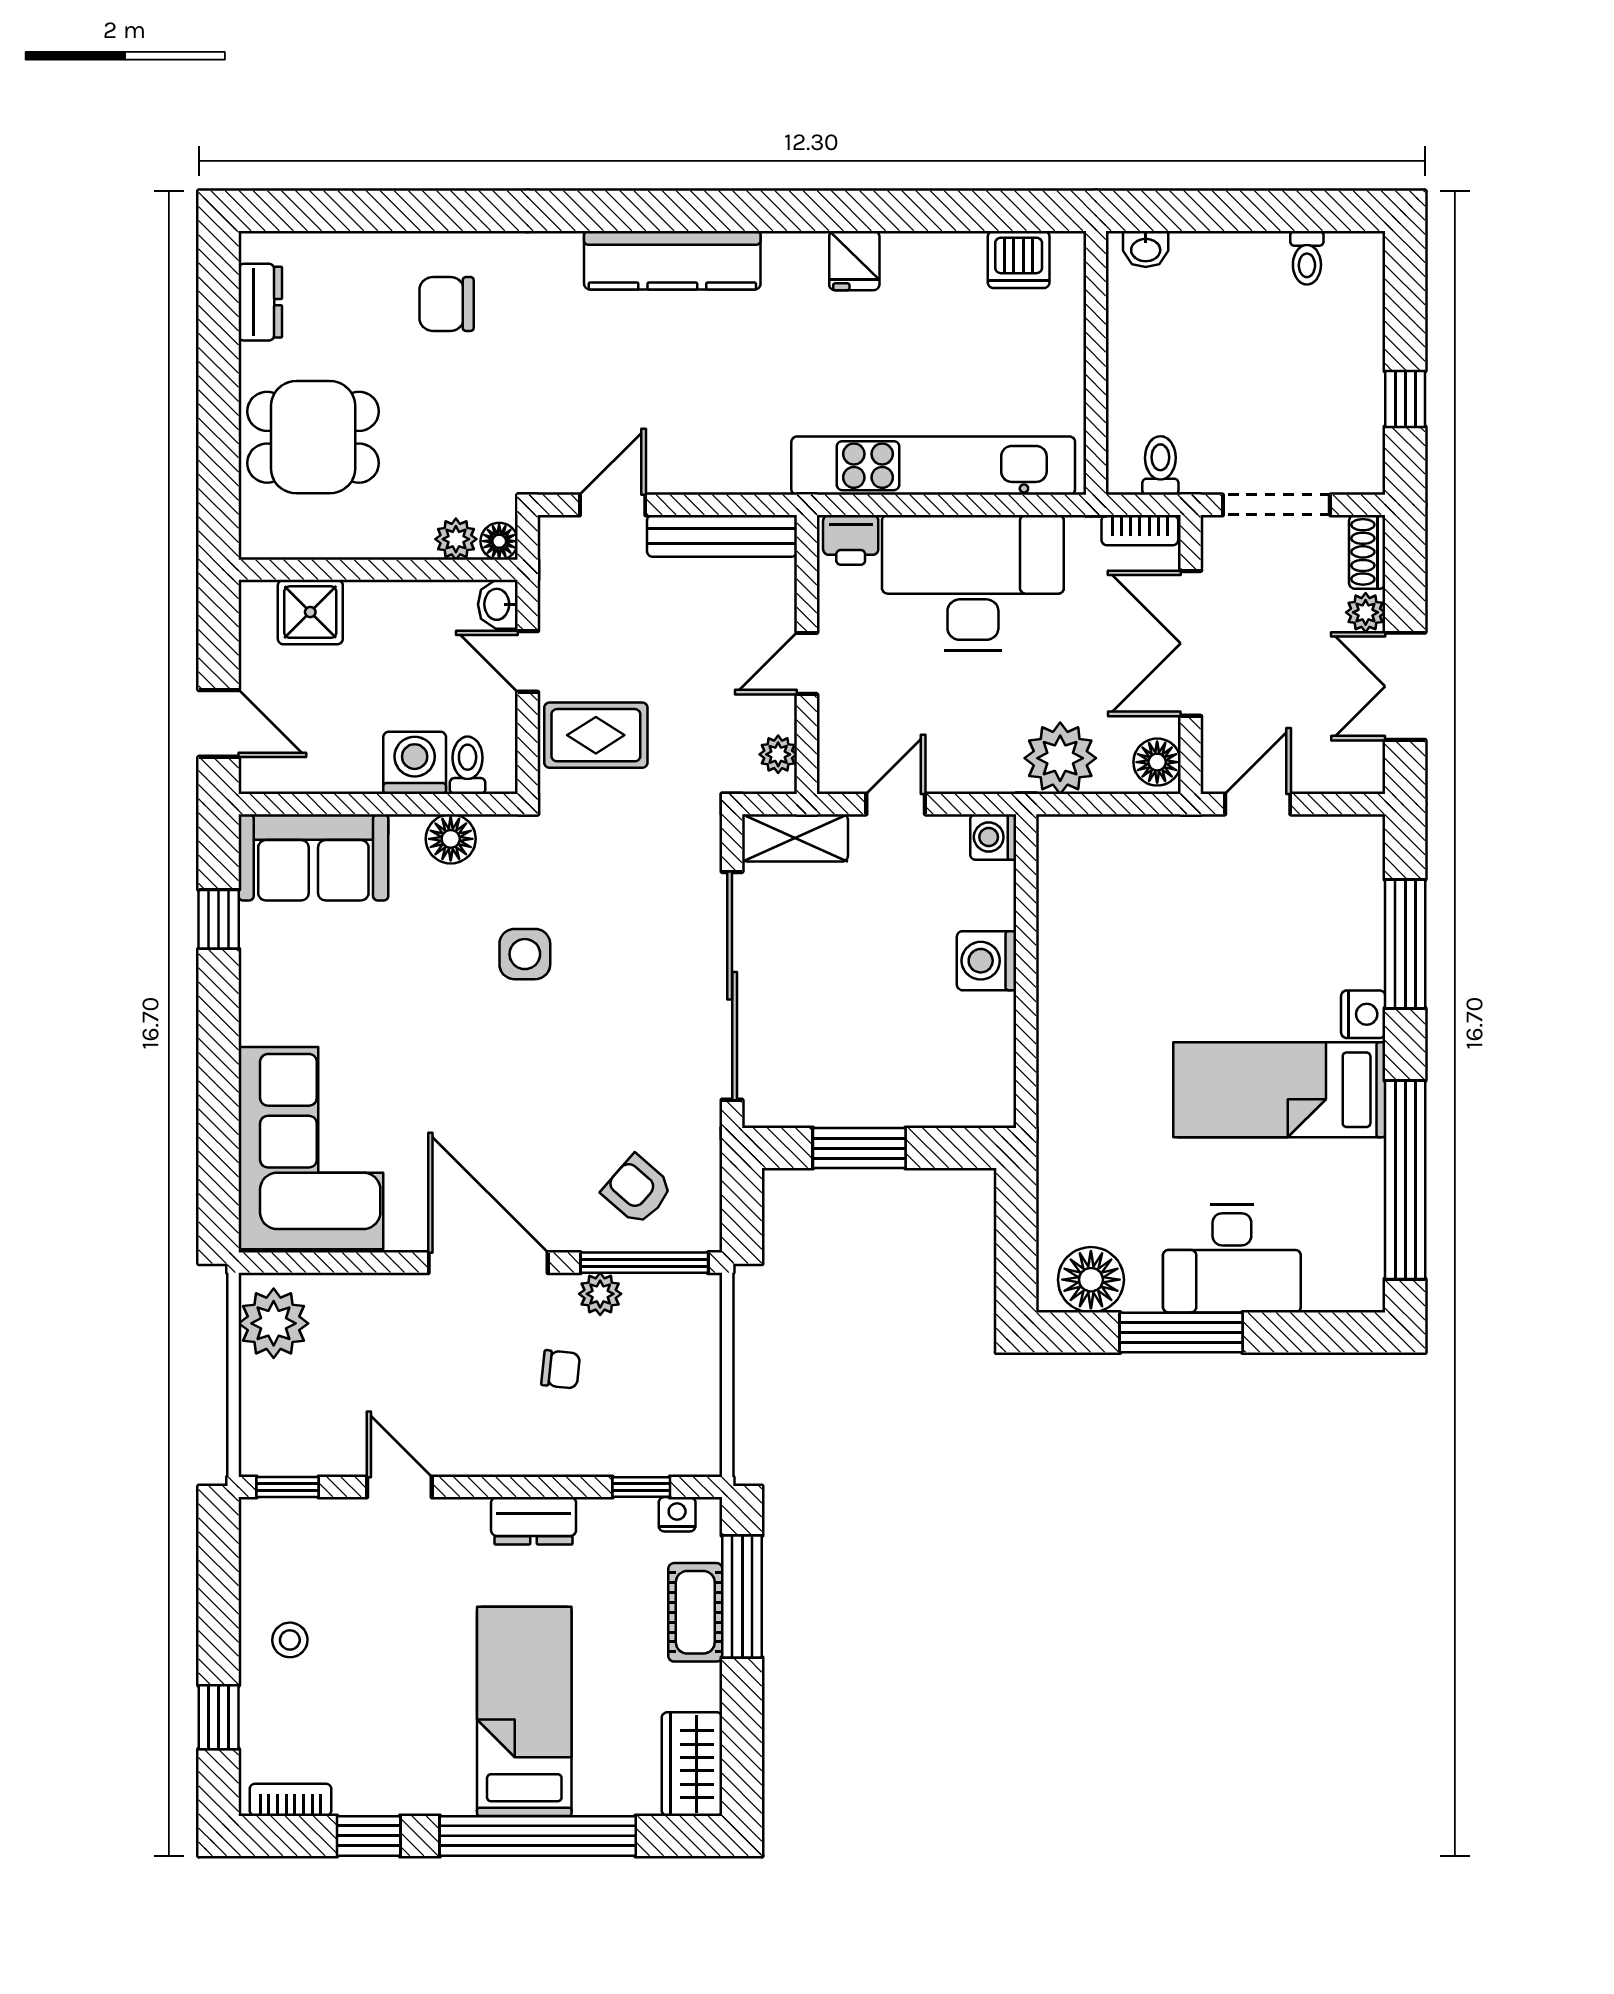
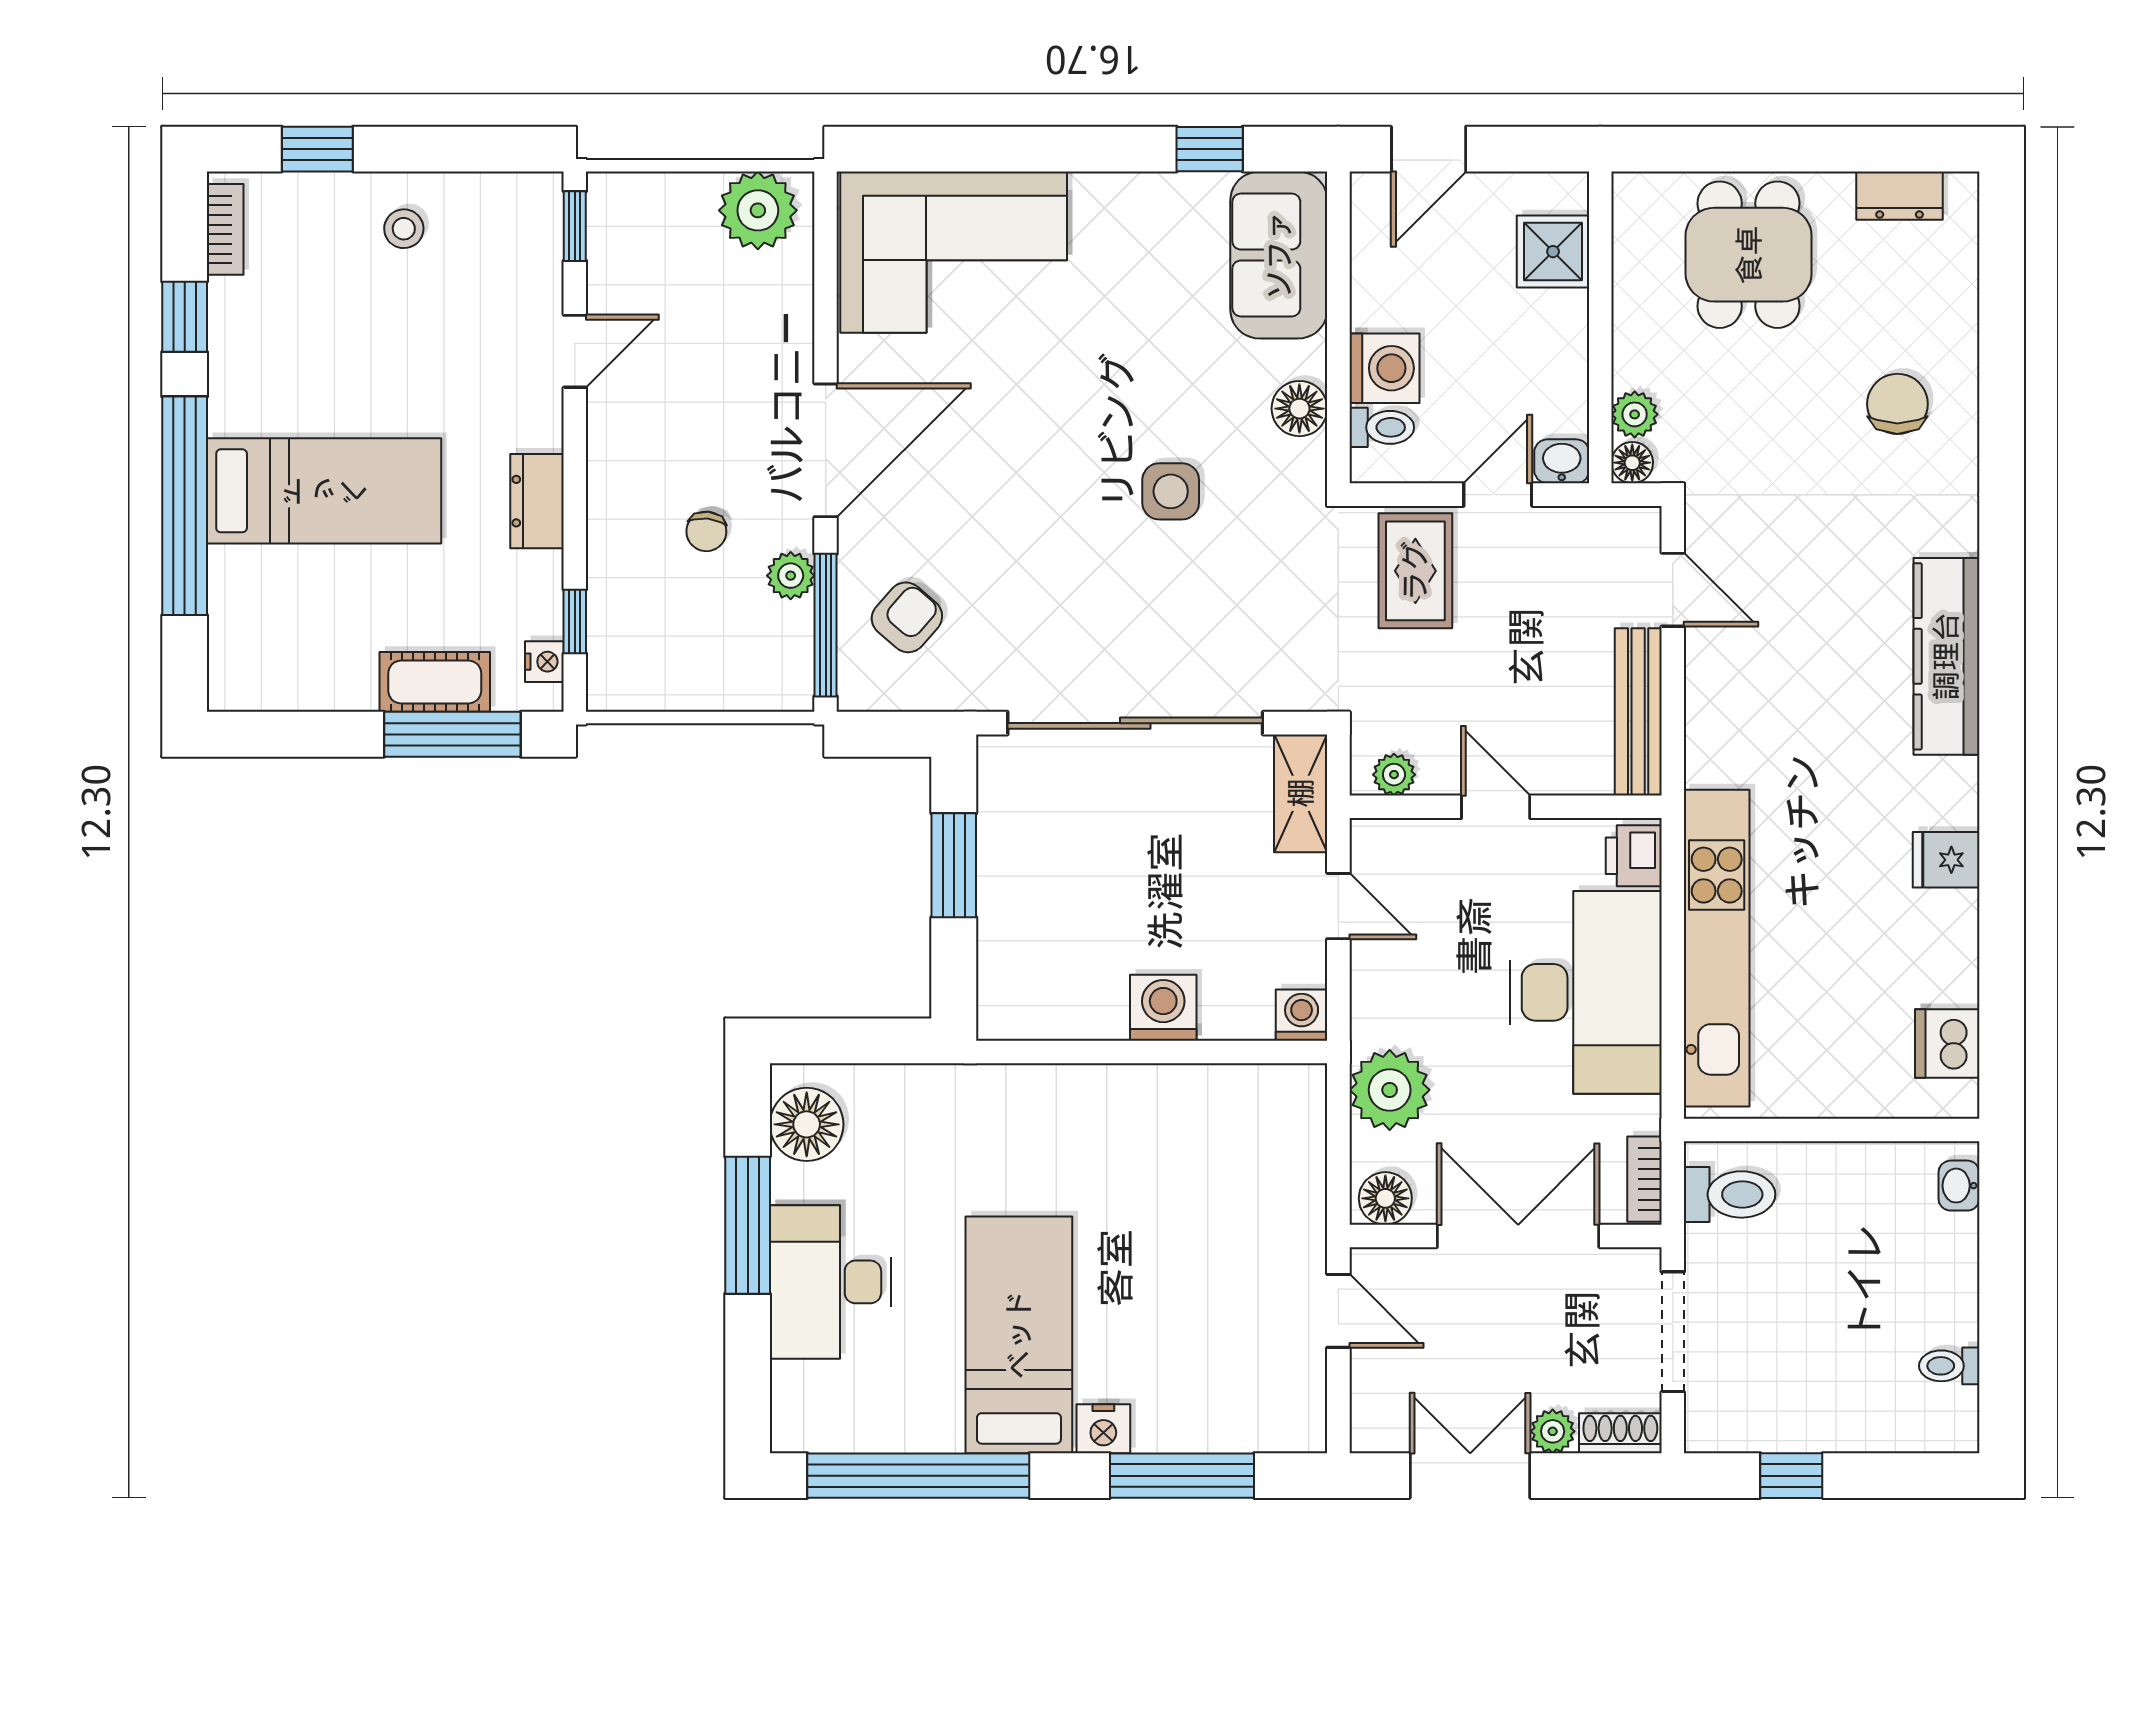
toilet: (1160, 466) -> (1730, 1194), width x1.37, depth x1.39
wardrobe: (692, 1764) -> (265, 678), removed

